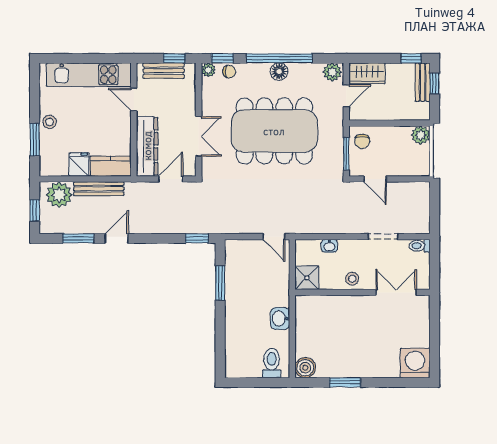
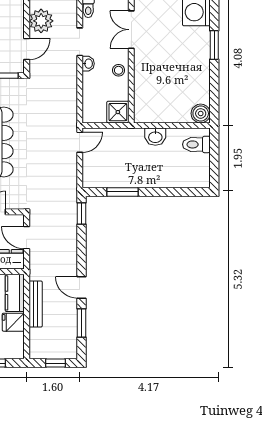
plant: (59, 195) -> (41, 21), moved
washbasin: (329, 246) -> (88, 64), moved
window: (345, 382) -> (214, 45), moved

